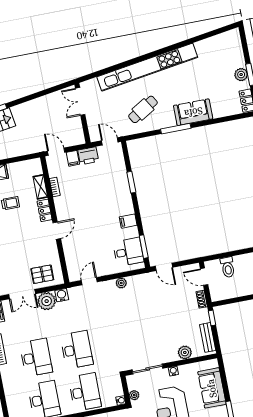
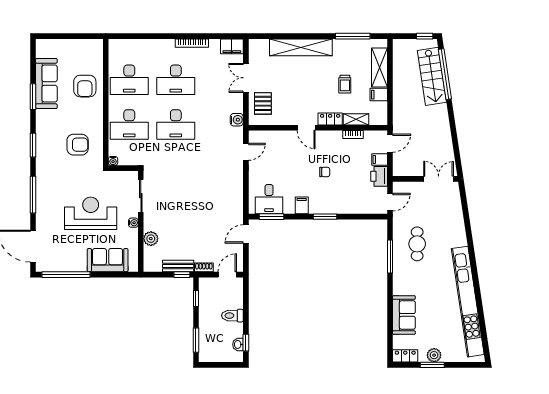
kitchen unit: (147, 67) -> (468, 302), moved
cafe table: (143, 109) -> (417, 244), turned 31
sofa: (193, 112) -> (404, 315), moved
window: (176, 129) -> (390, 256), moved
filing cabinet: (14, 170) -> (379, 95), added
window: (131, 182) -> (325, 217), moved
chair: (94, 206) -> (325, 172), added
toilet: (228, 267) -> (232, 316), moved
door: (89, 281) -> (246, 152), hinge flipped
plant: (121, 283) -> (237, 185), removed
plant: (47, 301) -> (233, 103), removed
window: (231, 301) -> (196, 298), added
bench: (208, 337) -> (178, 266), moved
plant: (134, 395) -> (116, 176), removed

